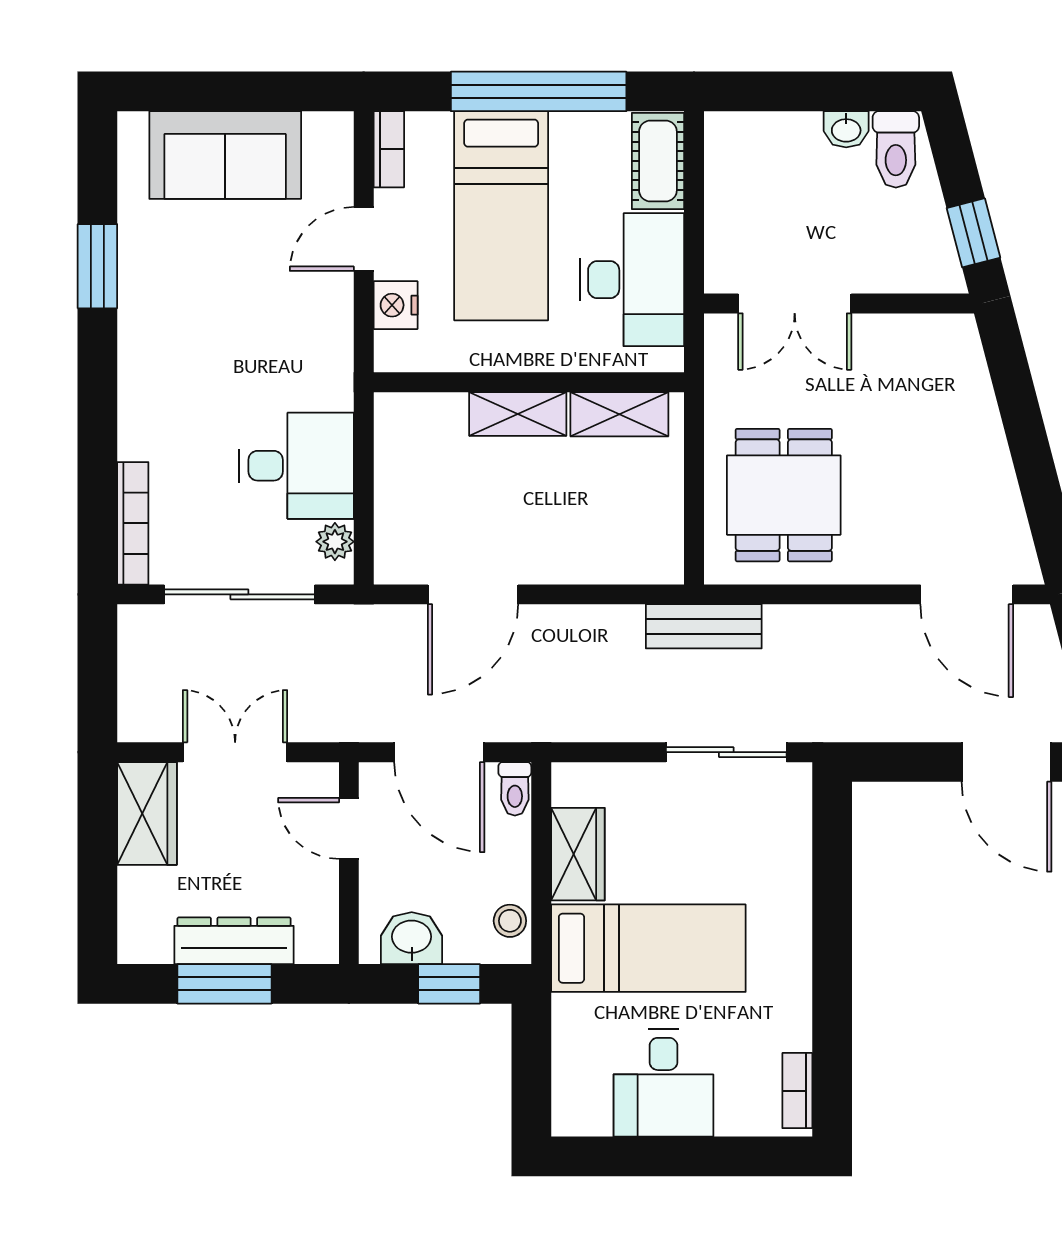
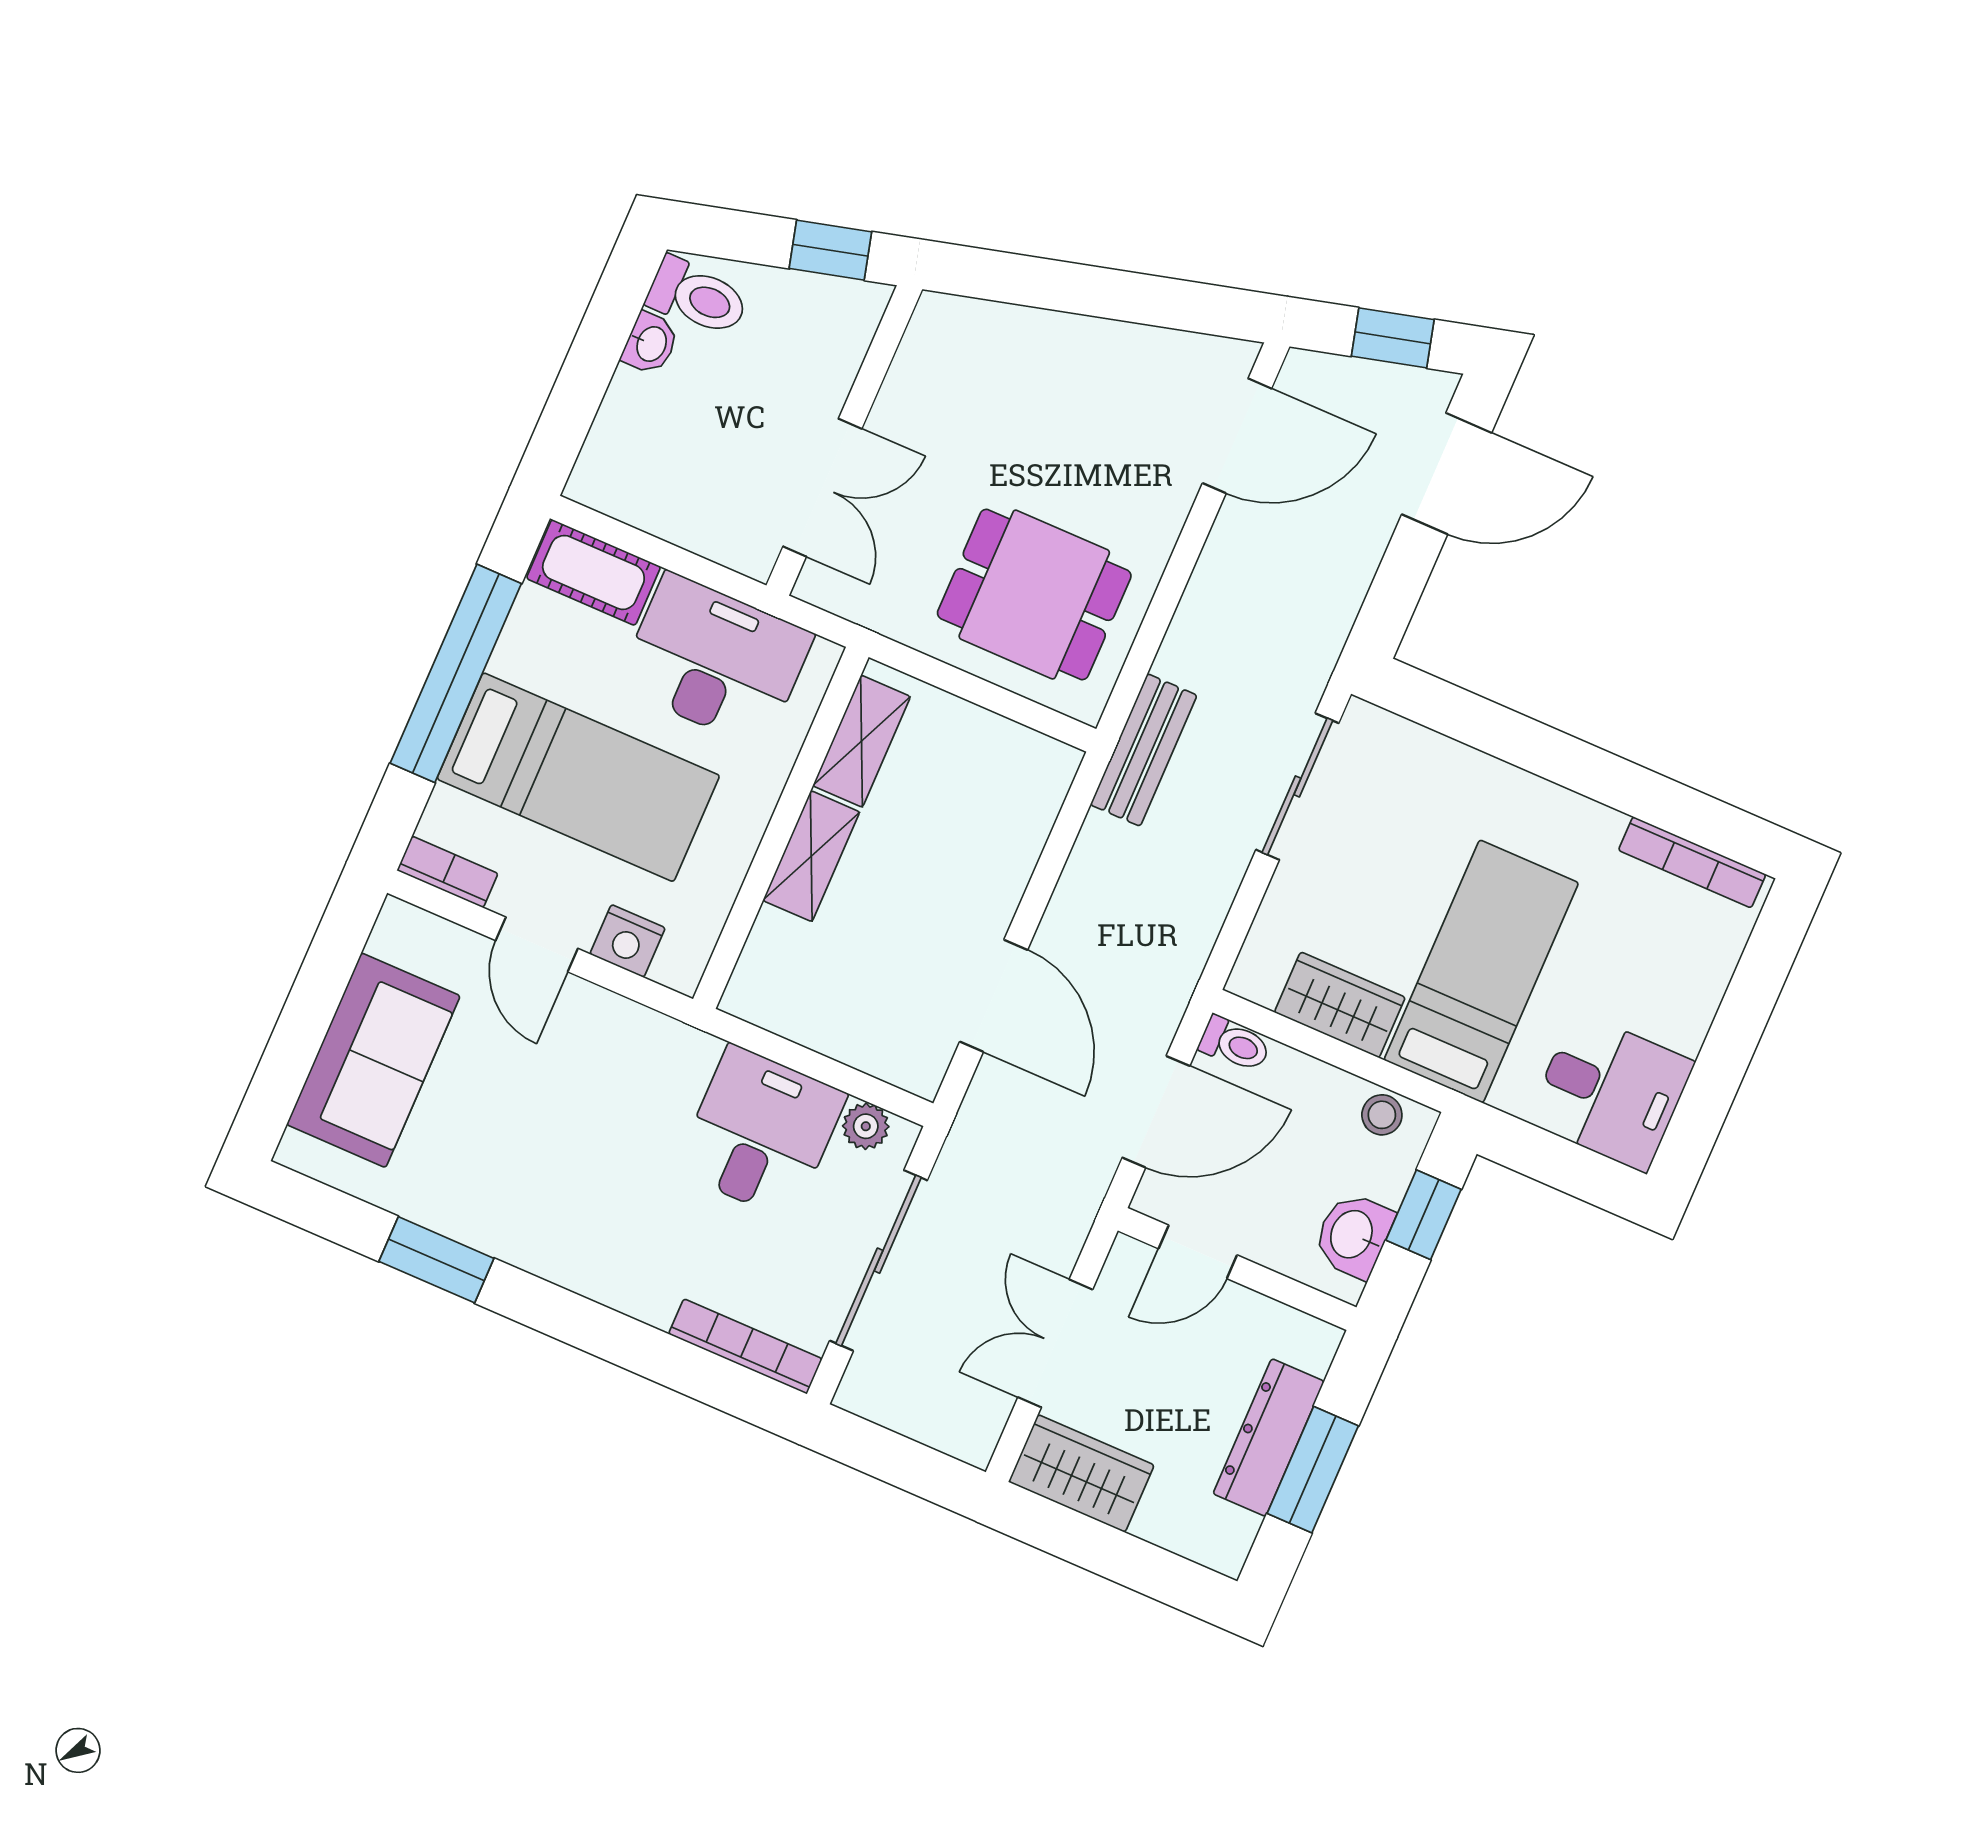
desk: (663, 1083) -> (1611, 1092), moved
bookcase: (797, 1091) -> (1692, 862), width x1.56

